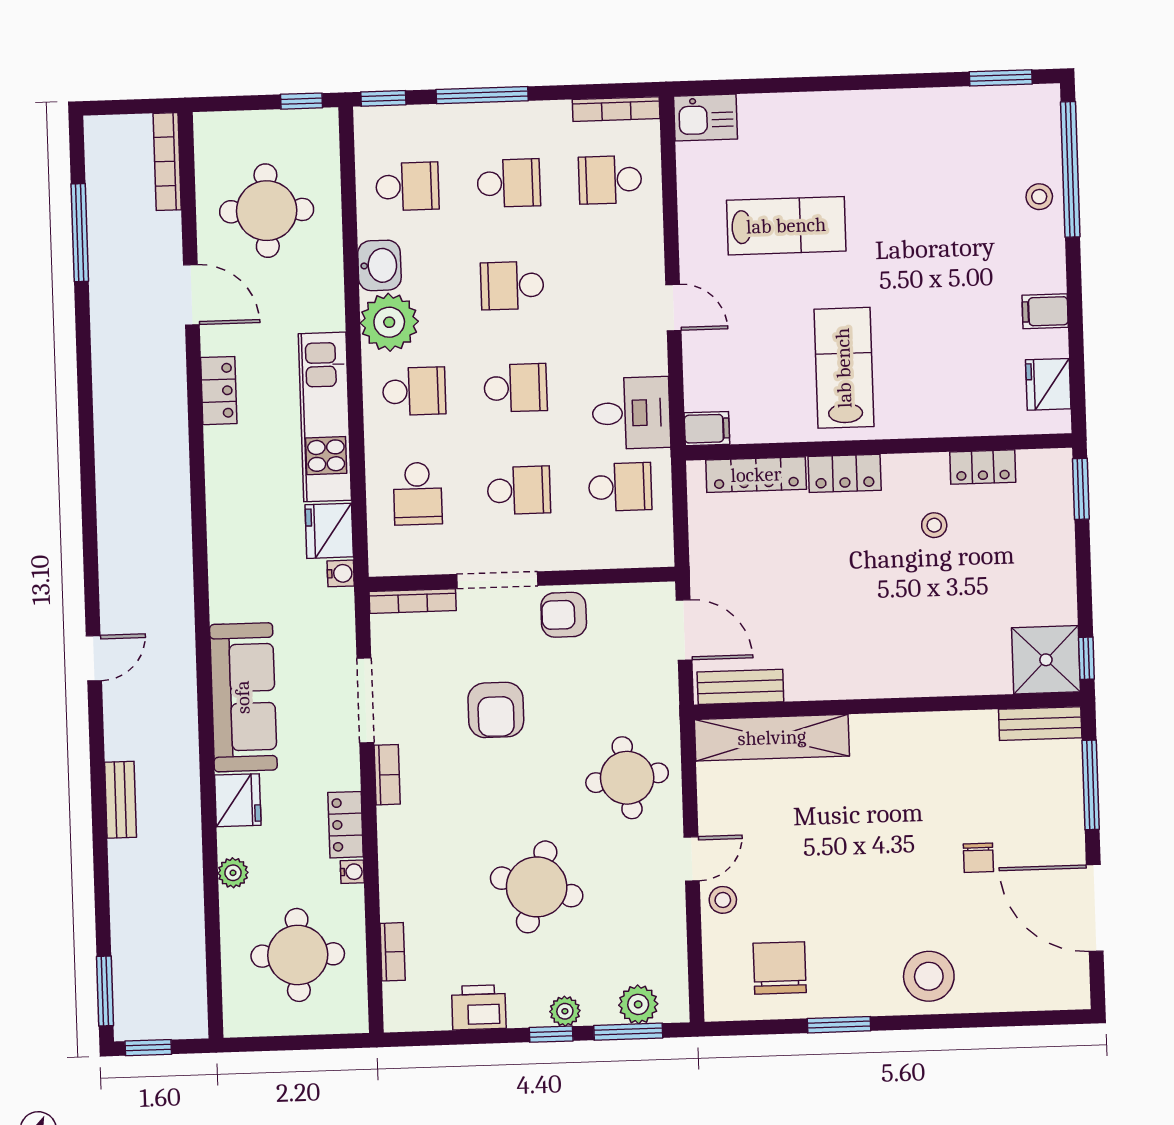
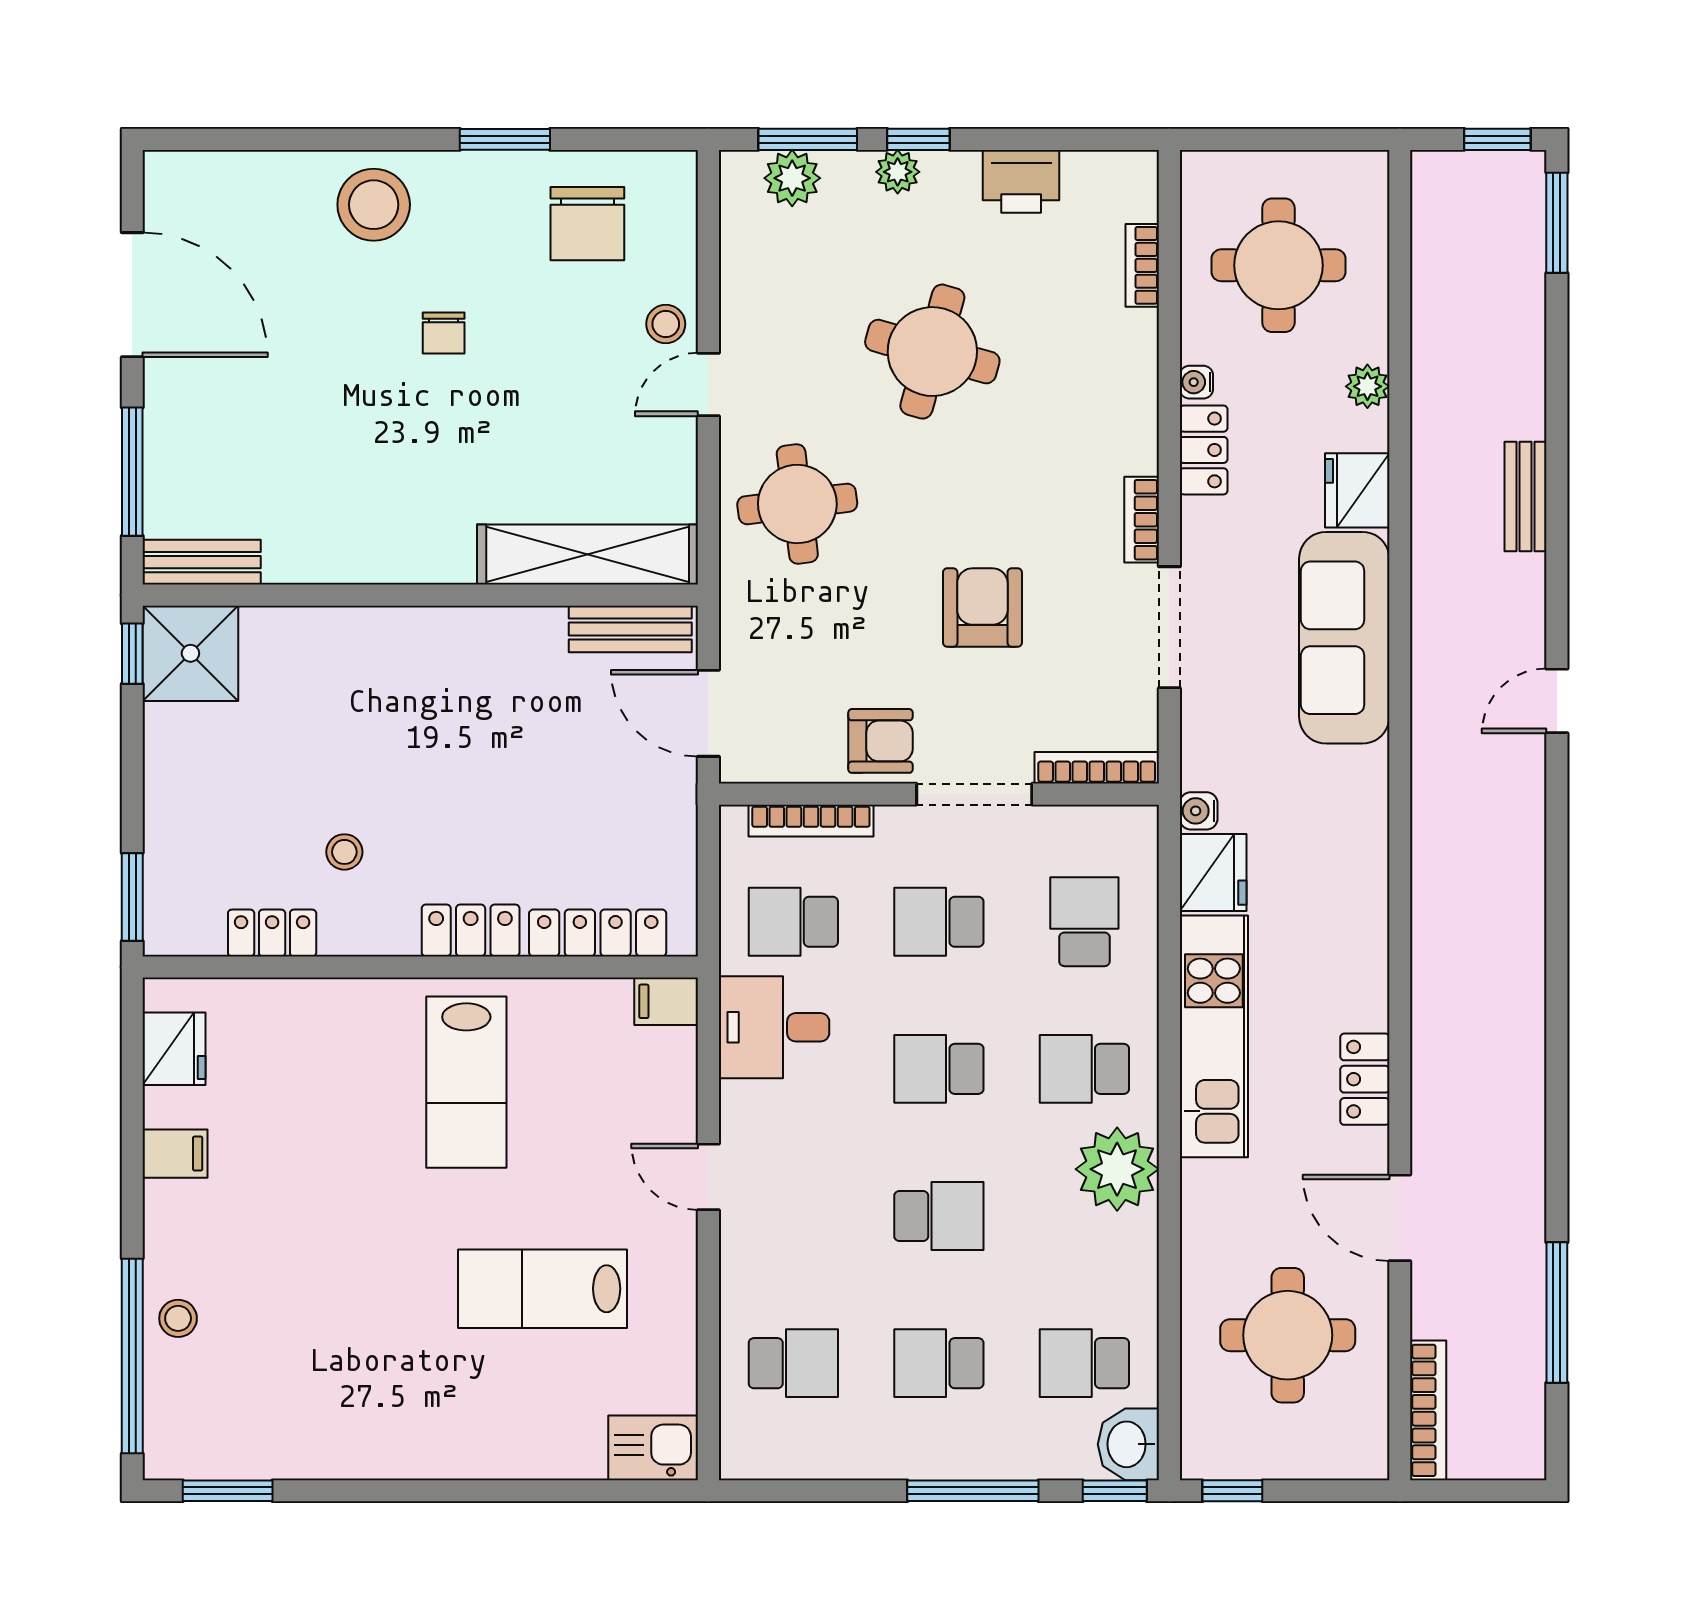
bookcase: (616, 109) -> (811, 821), moved, turned 180
washbasin: (379, 265) -> (1128, 1444), moved
chair: (978, 858) -> (444, 333), moved, turned 180

